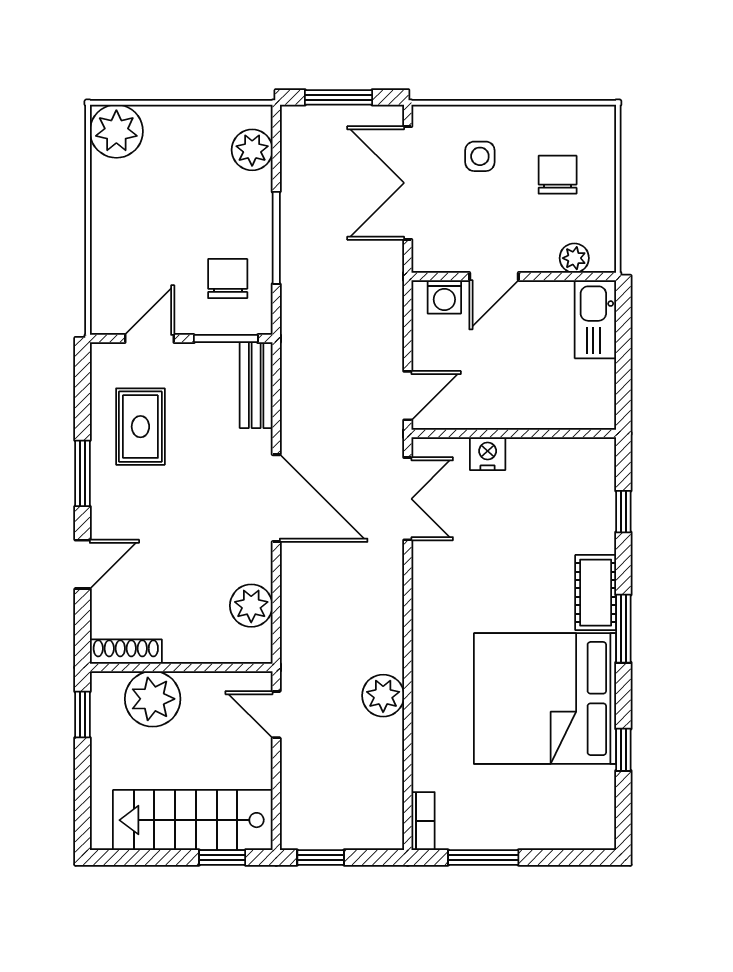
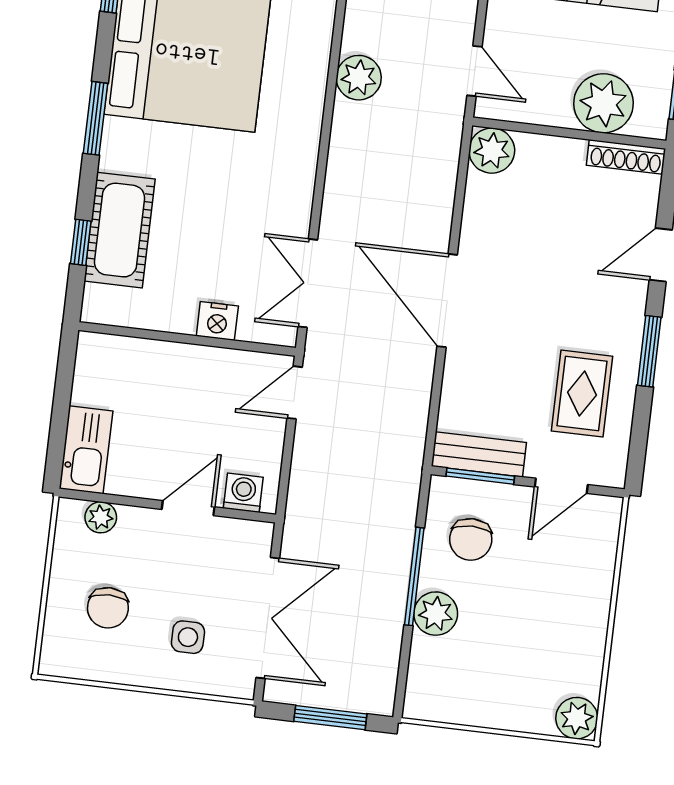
plant: (116, 131) -> (577, 718), width x0.73, depth x0.73
plant: (252, 150) -> (436, 614), moved
bench: (256, 385) -> (479, 454), moved, turned 90
cot: (596, 593) -> (120, 230), moved, width x1.37, depth x1.34
plant: (251, 606) -> (492, 151), moved

